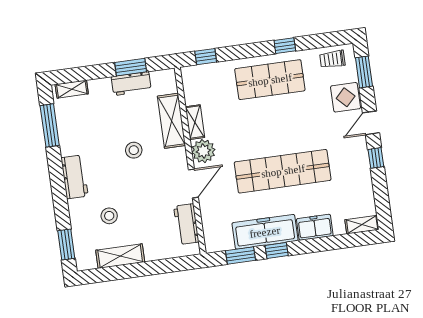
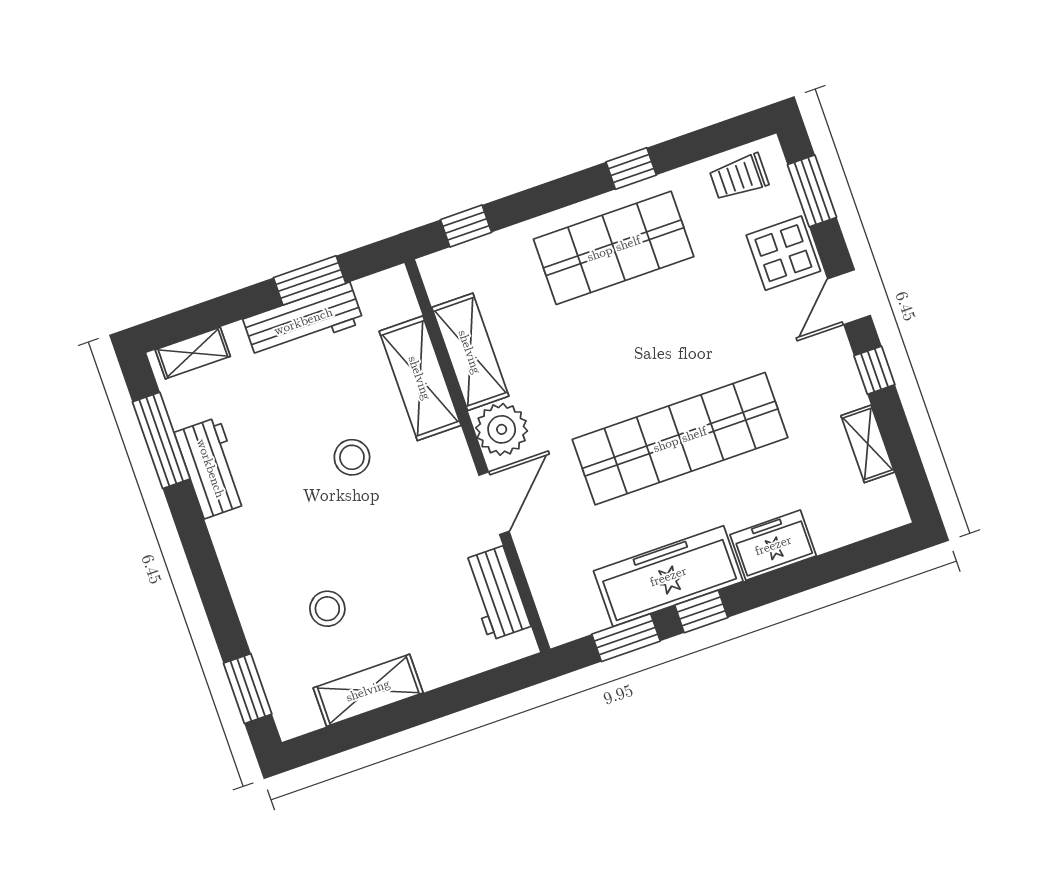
workbench: (131, 84) -> (303, 321), width x1.37
shelving: (195, 122) -> (470, 352), width x1.50, depth x1.33
workbench: (75, 177) -> (211, 468), moved
shelving: (362, 225) -> (868, 444), moved, turned 90

